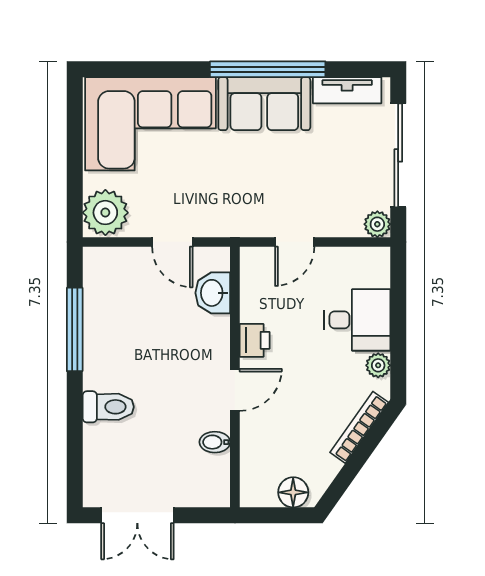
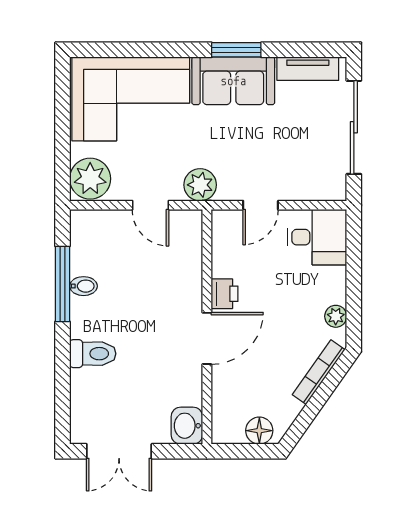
window: (268, 69) -> (236, 50), width x0.47
plant: (377, 224) -> (200, 185), moved, width x1.38, depth x1.38
washbasin: (213, 293) -> (187, 426), moved
desk: (357, 320) -> (317, 237), moved
door: (235, 390) -> (207, 338), width x1.38
bidet: (215, 442) -> (83, 286), moved, turned 180

